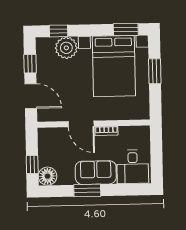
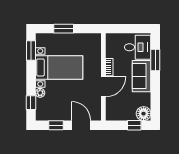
plant: (66, 48) -> (40, 93), width x0.53, depth x0.53
bed with nightstands: (114, 66) -> (59, 67), width x0.73
door: (31, 96) -> (81, 125), hinge flipped
window: (87, 190) -> (155, 60), moved

